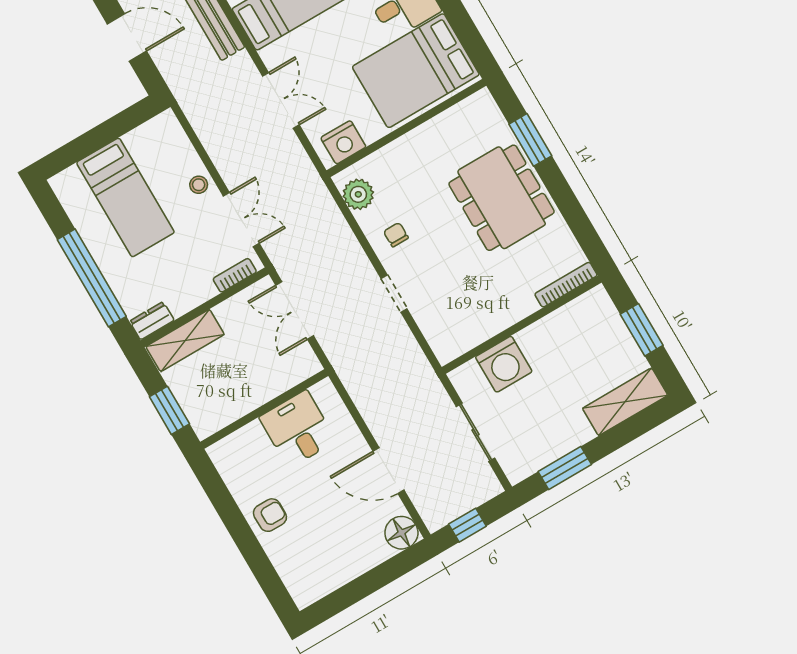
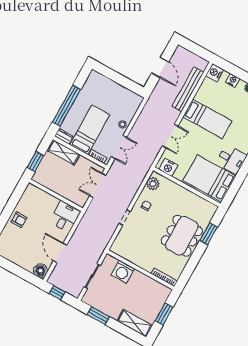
bed: (125, 197) -> (90, 130), moved, turned 180
desk: (298, 429) -> (65, 217), moved

